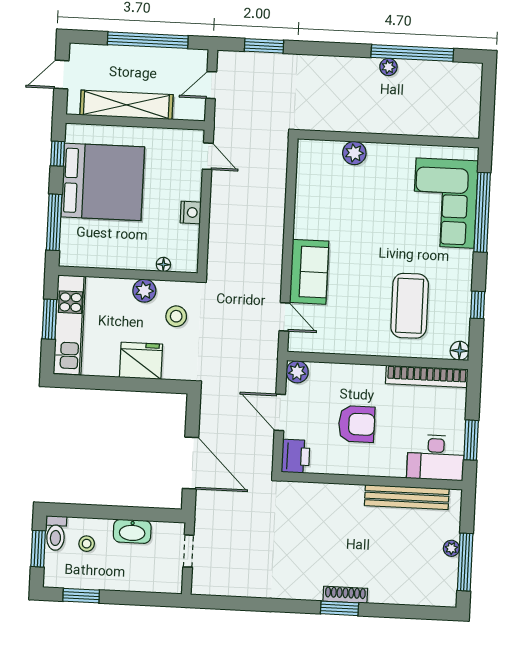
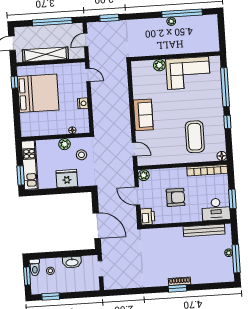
corner sofa: (445, 203) -> (188, 73), moved, turned -90
window: (54, 222) -> (17, 116), removed
sofa: (309, 272) -> (143, 115), moved
window: (478, 305) -> (227, 122), moved
window: (49, 319) -> (21, 175), moved

